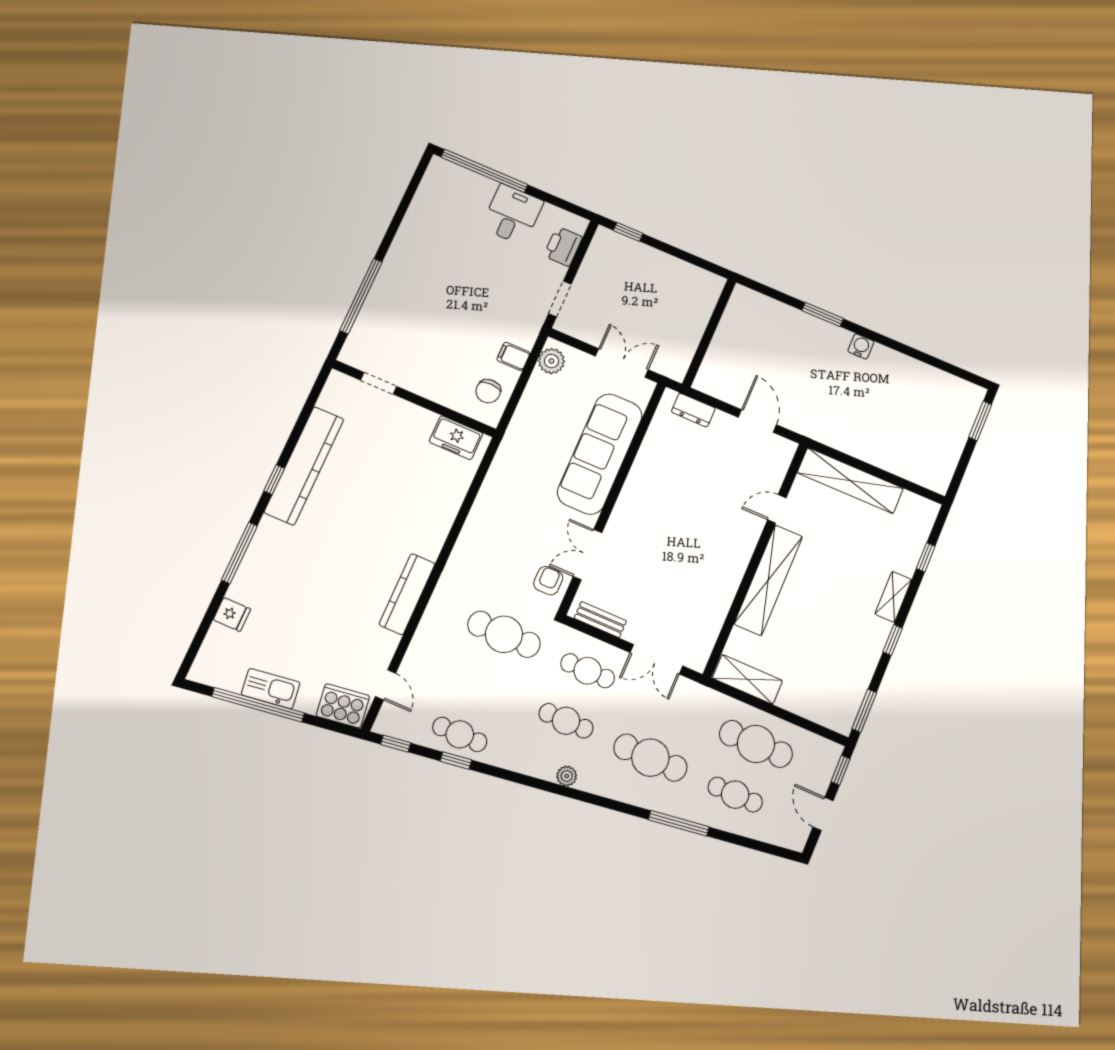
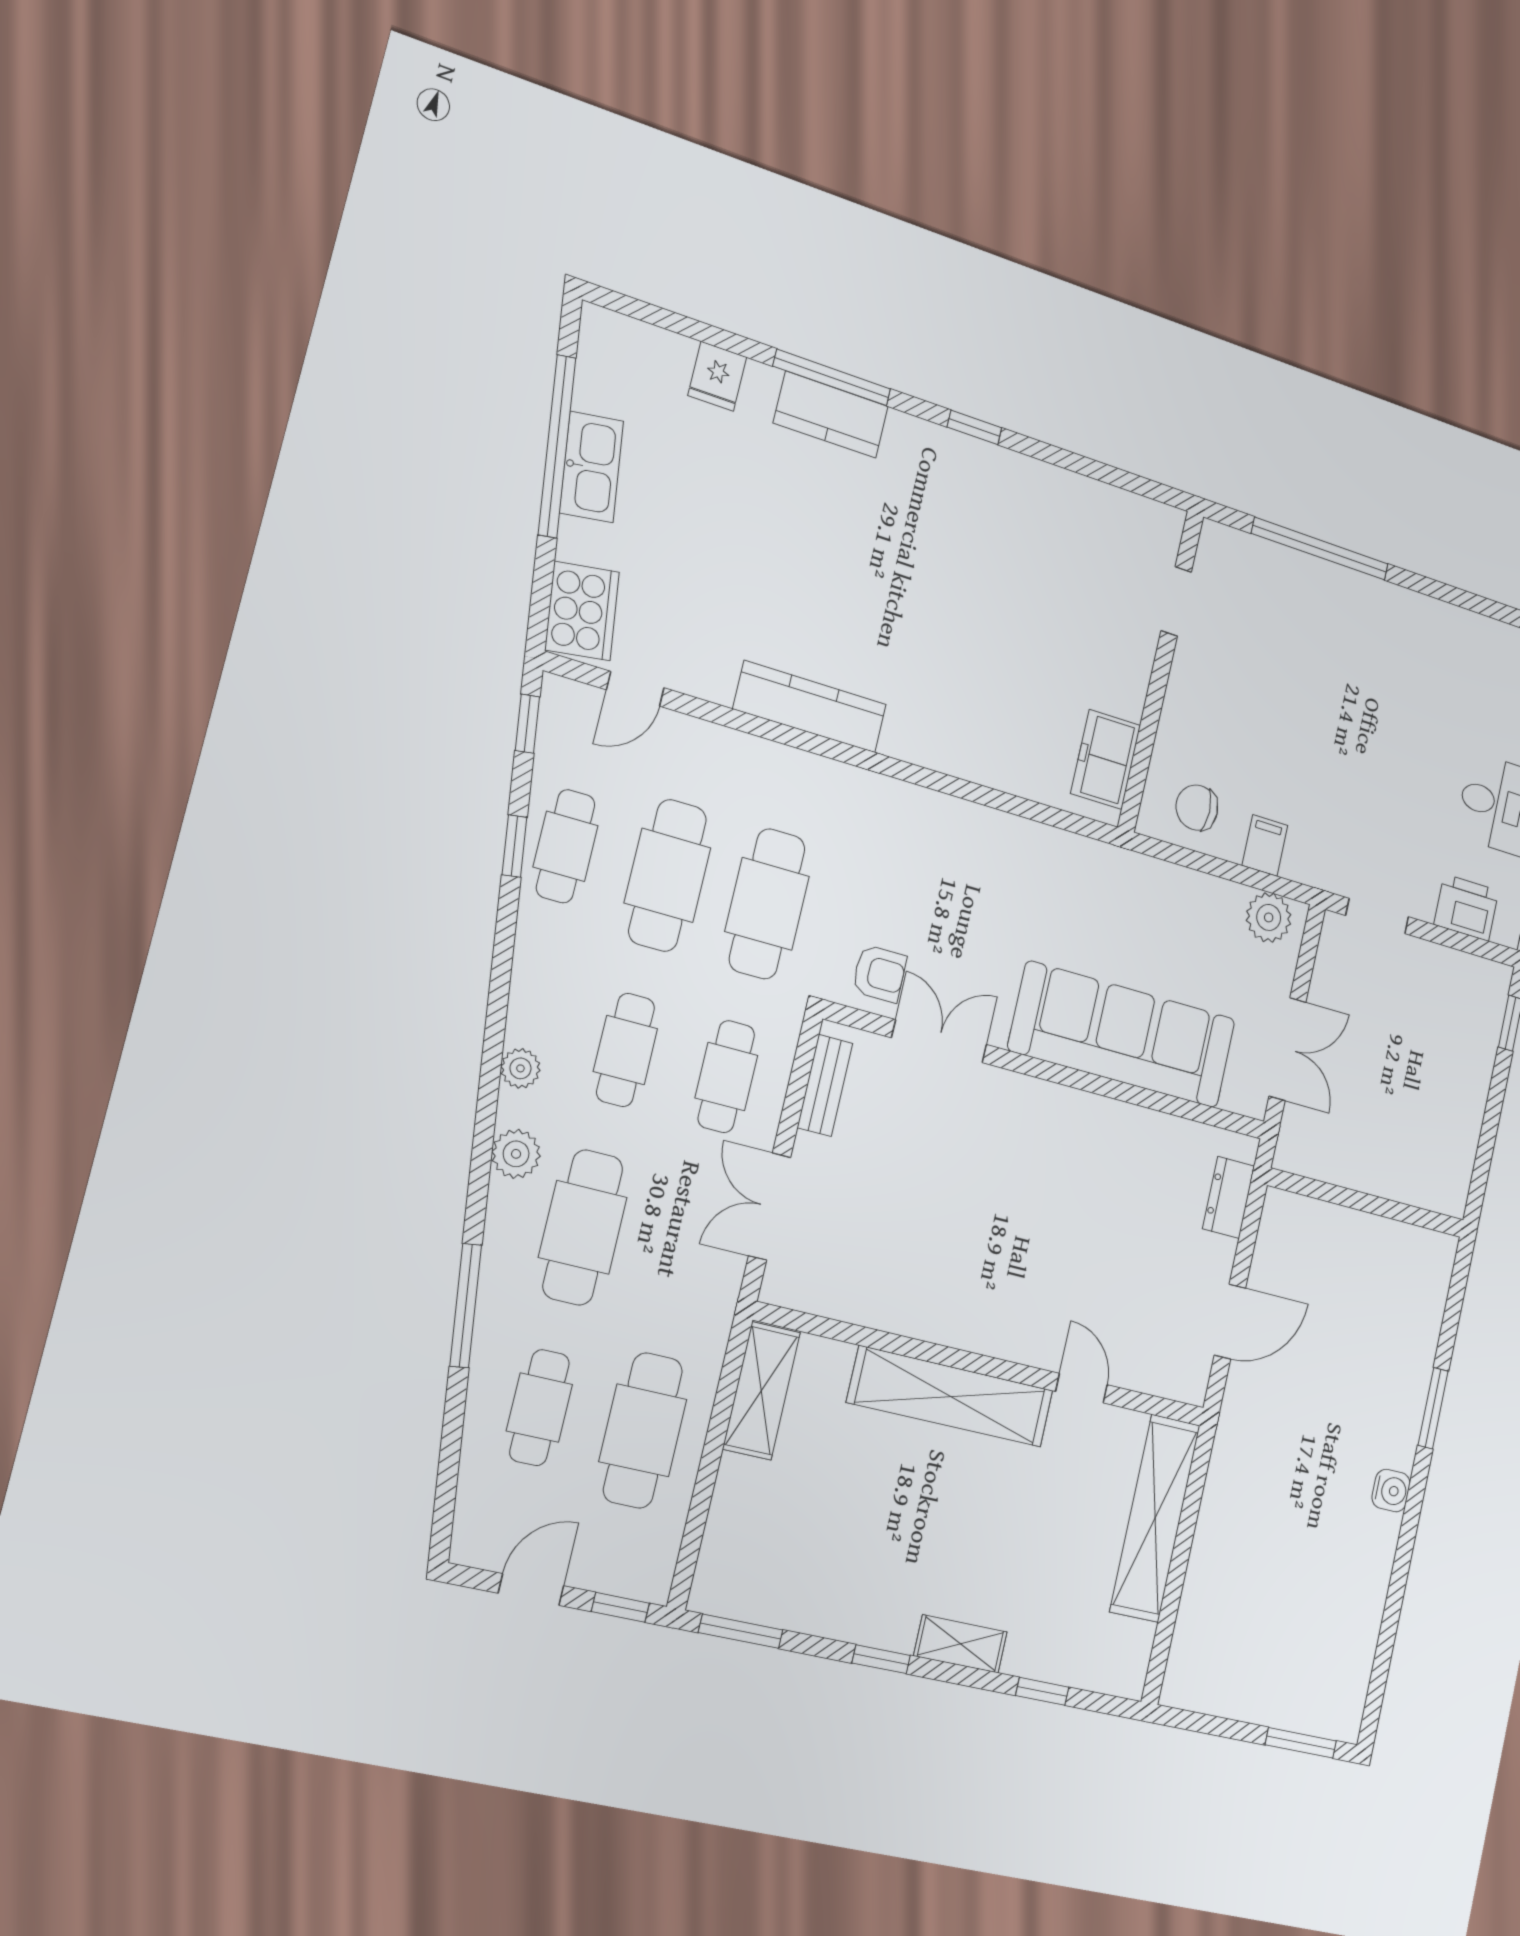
kitchen counter: (304, 466) -> (831, 415), moved, width x0.48, depth x0.86
cafe table: (482, 684) -> (667, 875), added
plant: (609, 785) -> (516, 1154), added

